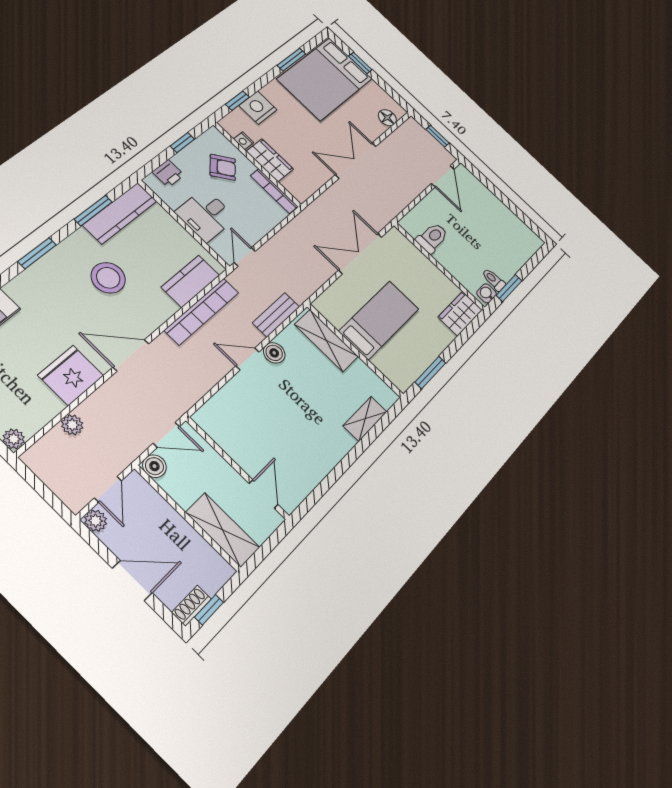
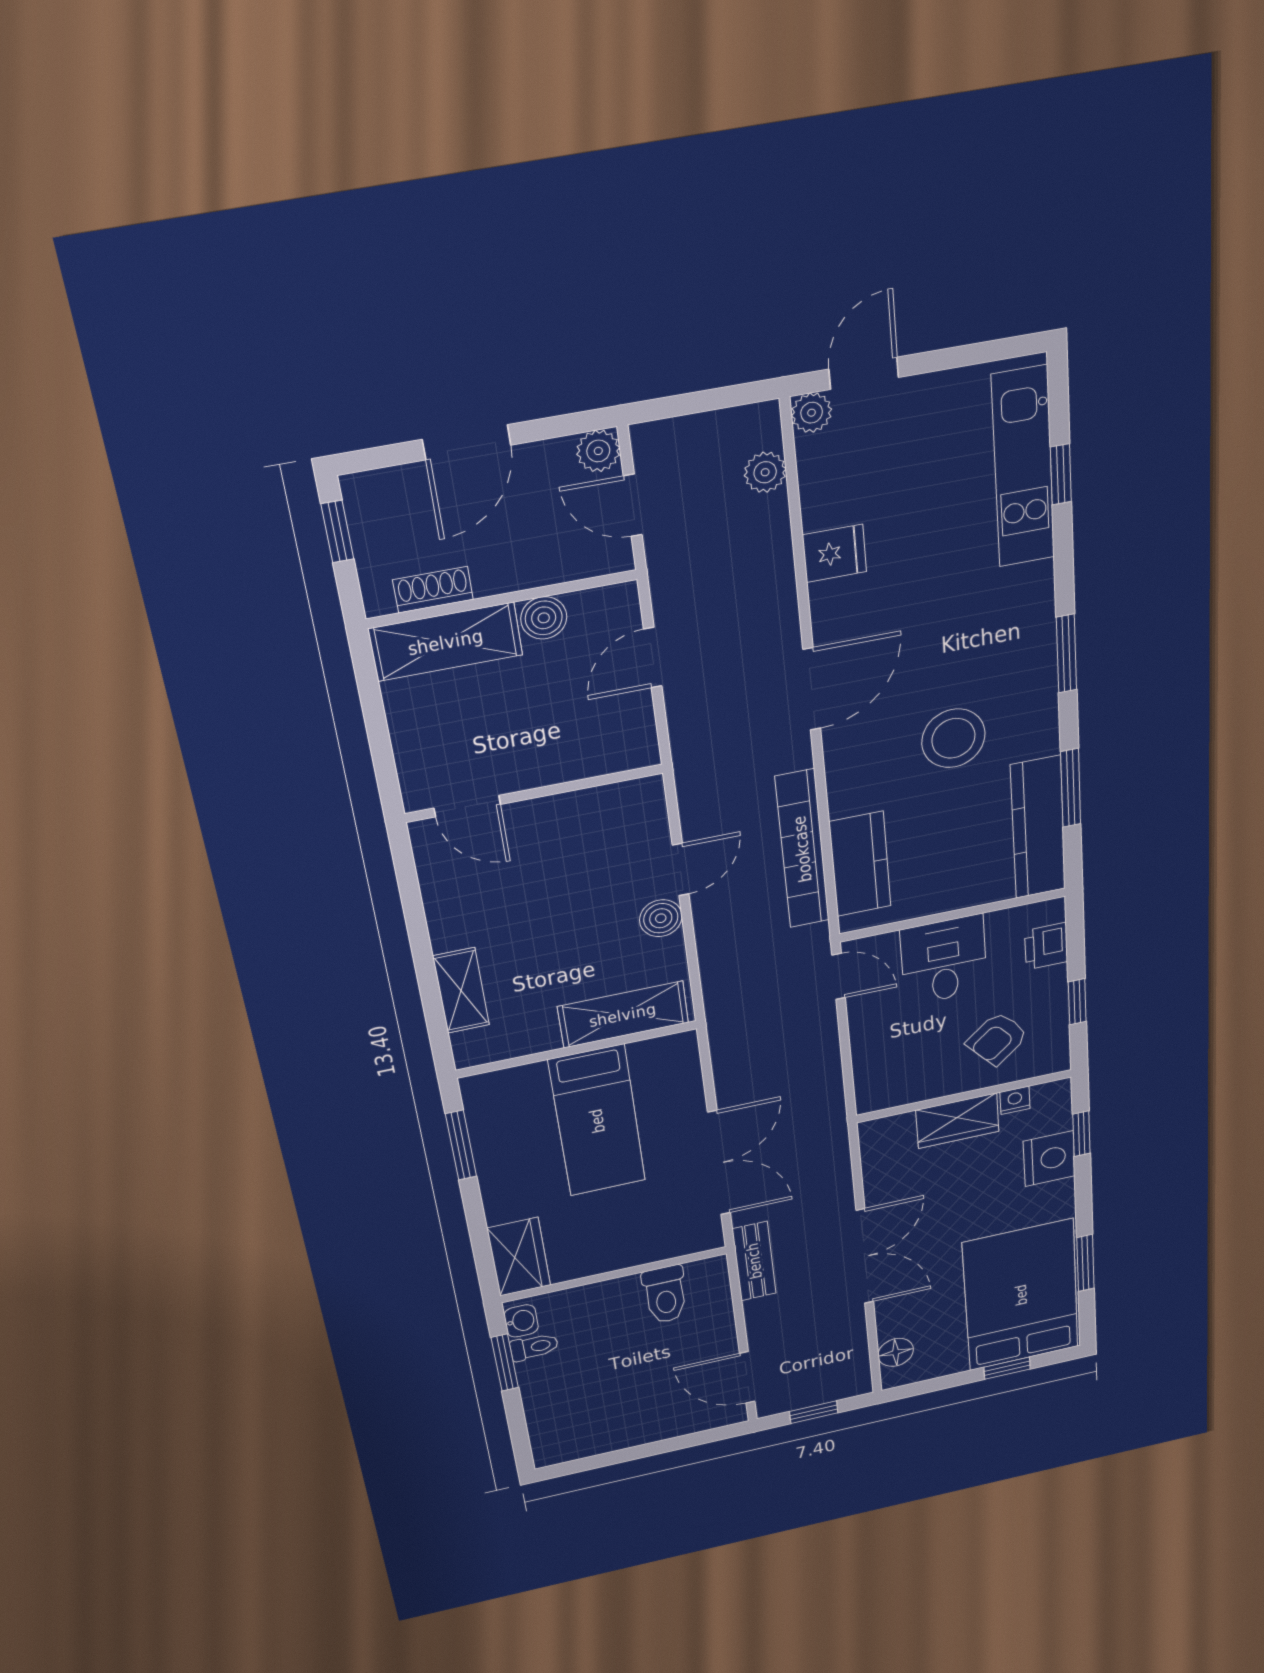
bookcase: (274, 191) -> (906, 1094), removed
bench: (276, 315) -> (754, 1261), moved
fridge: (71, 375) -> (834, 553), width x0.53, depth x0.75
plant: (72, 425) -> (765, 472), moved
boiler: (154, 466) -> (544, 618), moved
wall: (237, 468) -> (535, 793), moved
door: (264, 494) -> (467, 806), moved
shoe rack: (191, 606) -> (433, 590), moved, turned -90

